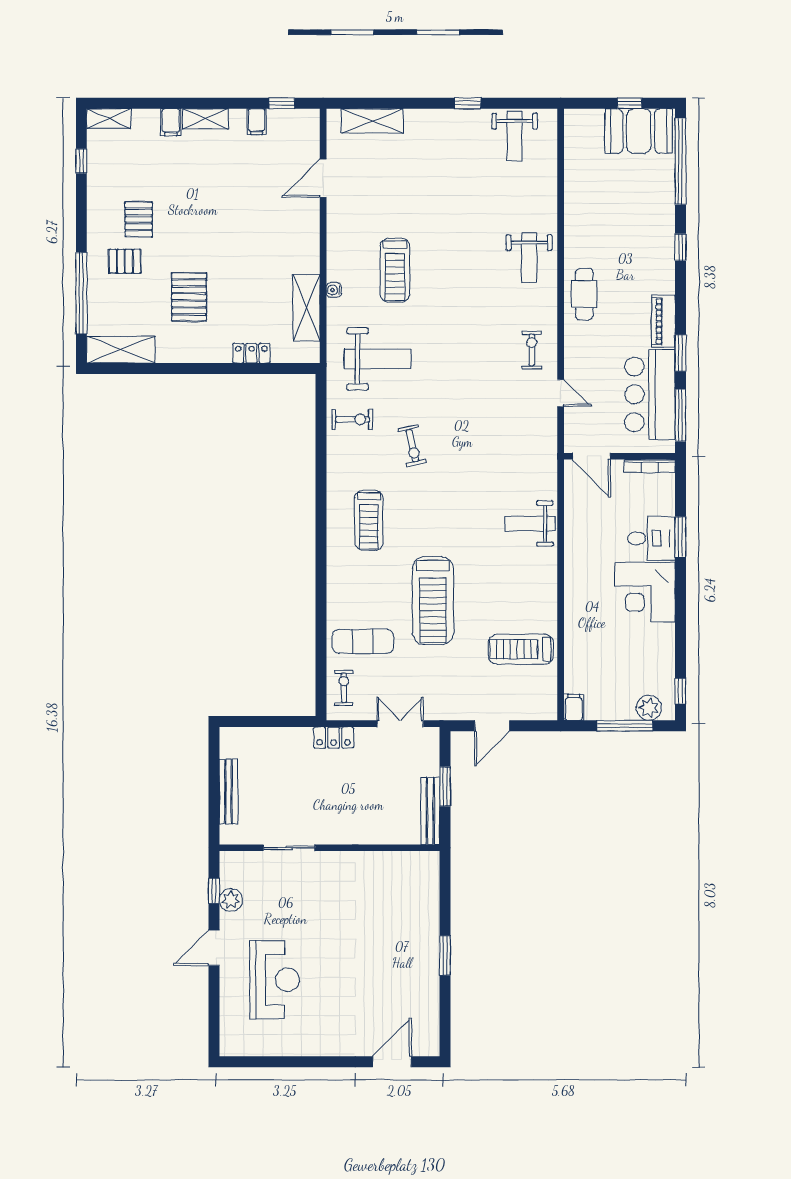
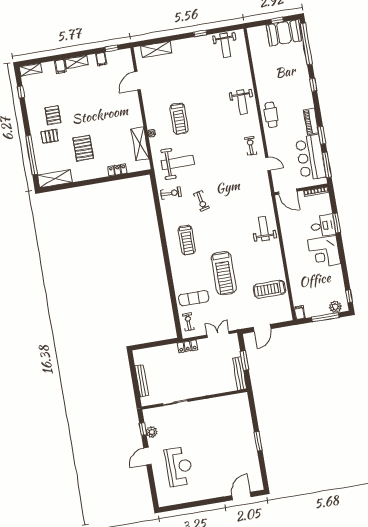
weight bench: (530, 524) -> (264, 229), turned 90

